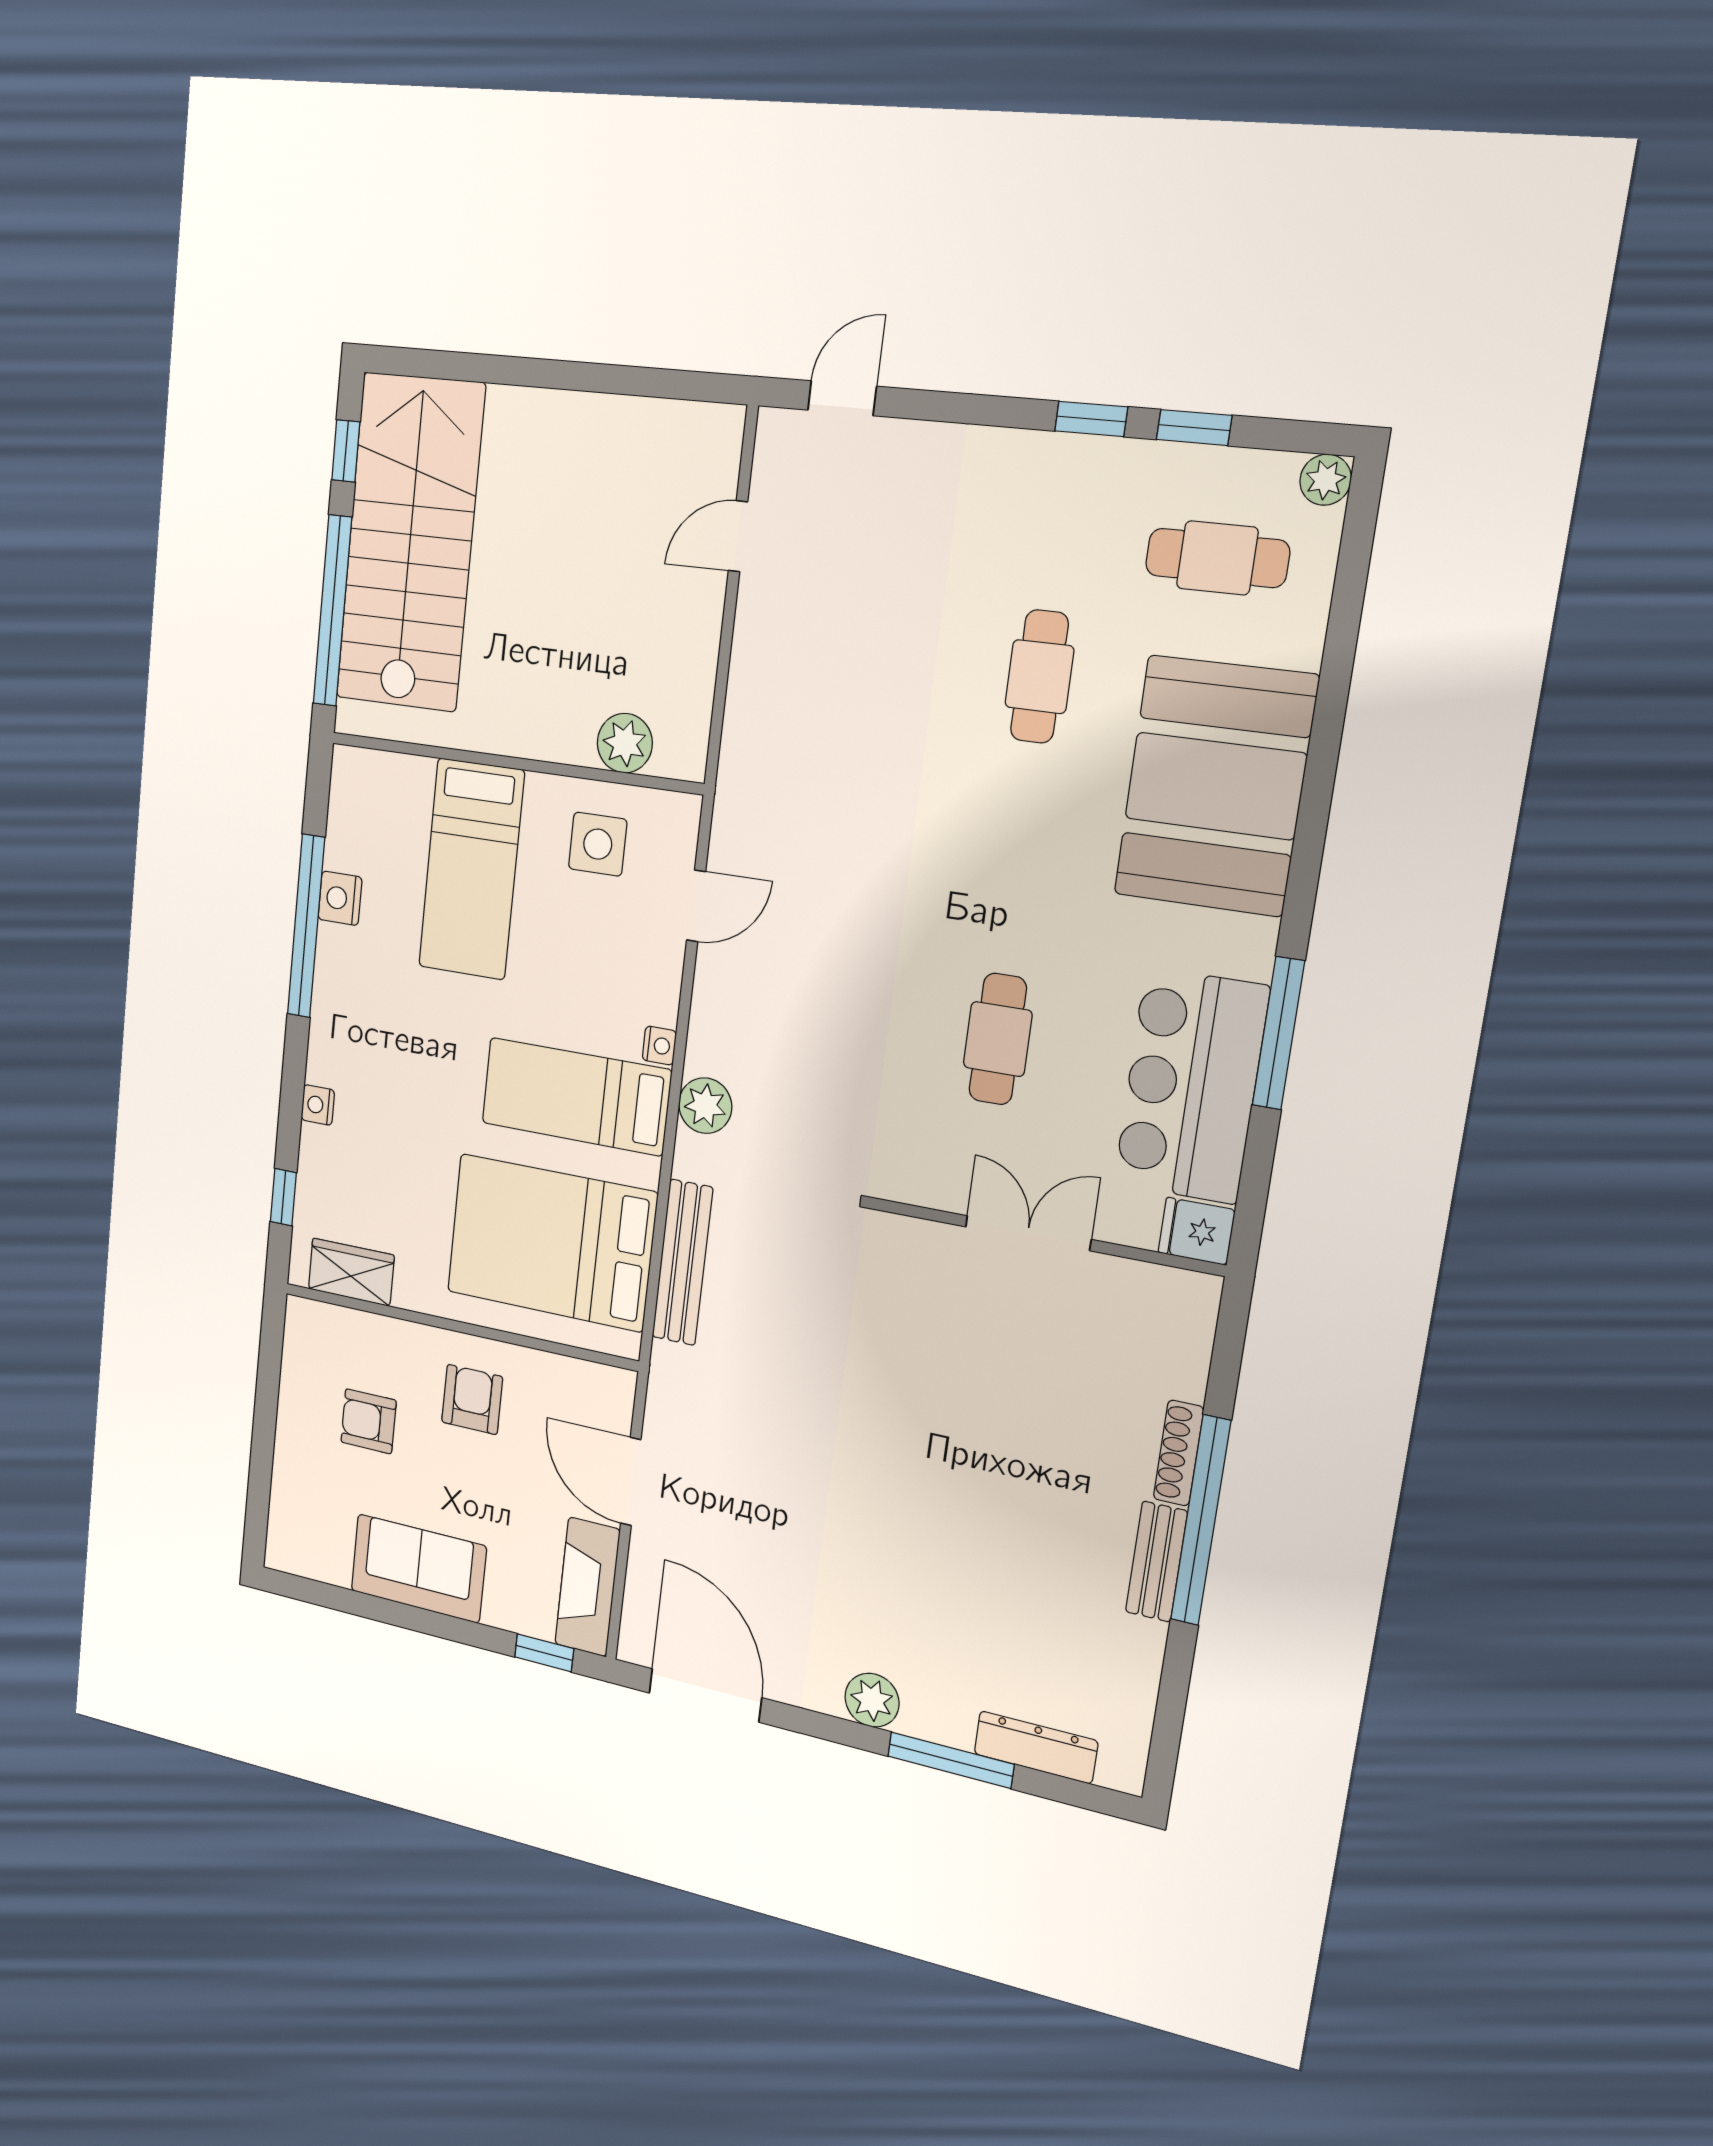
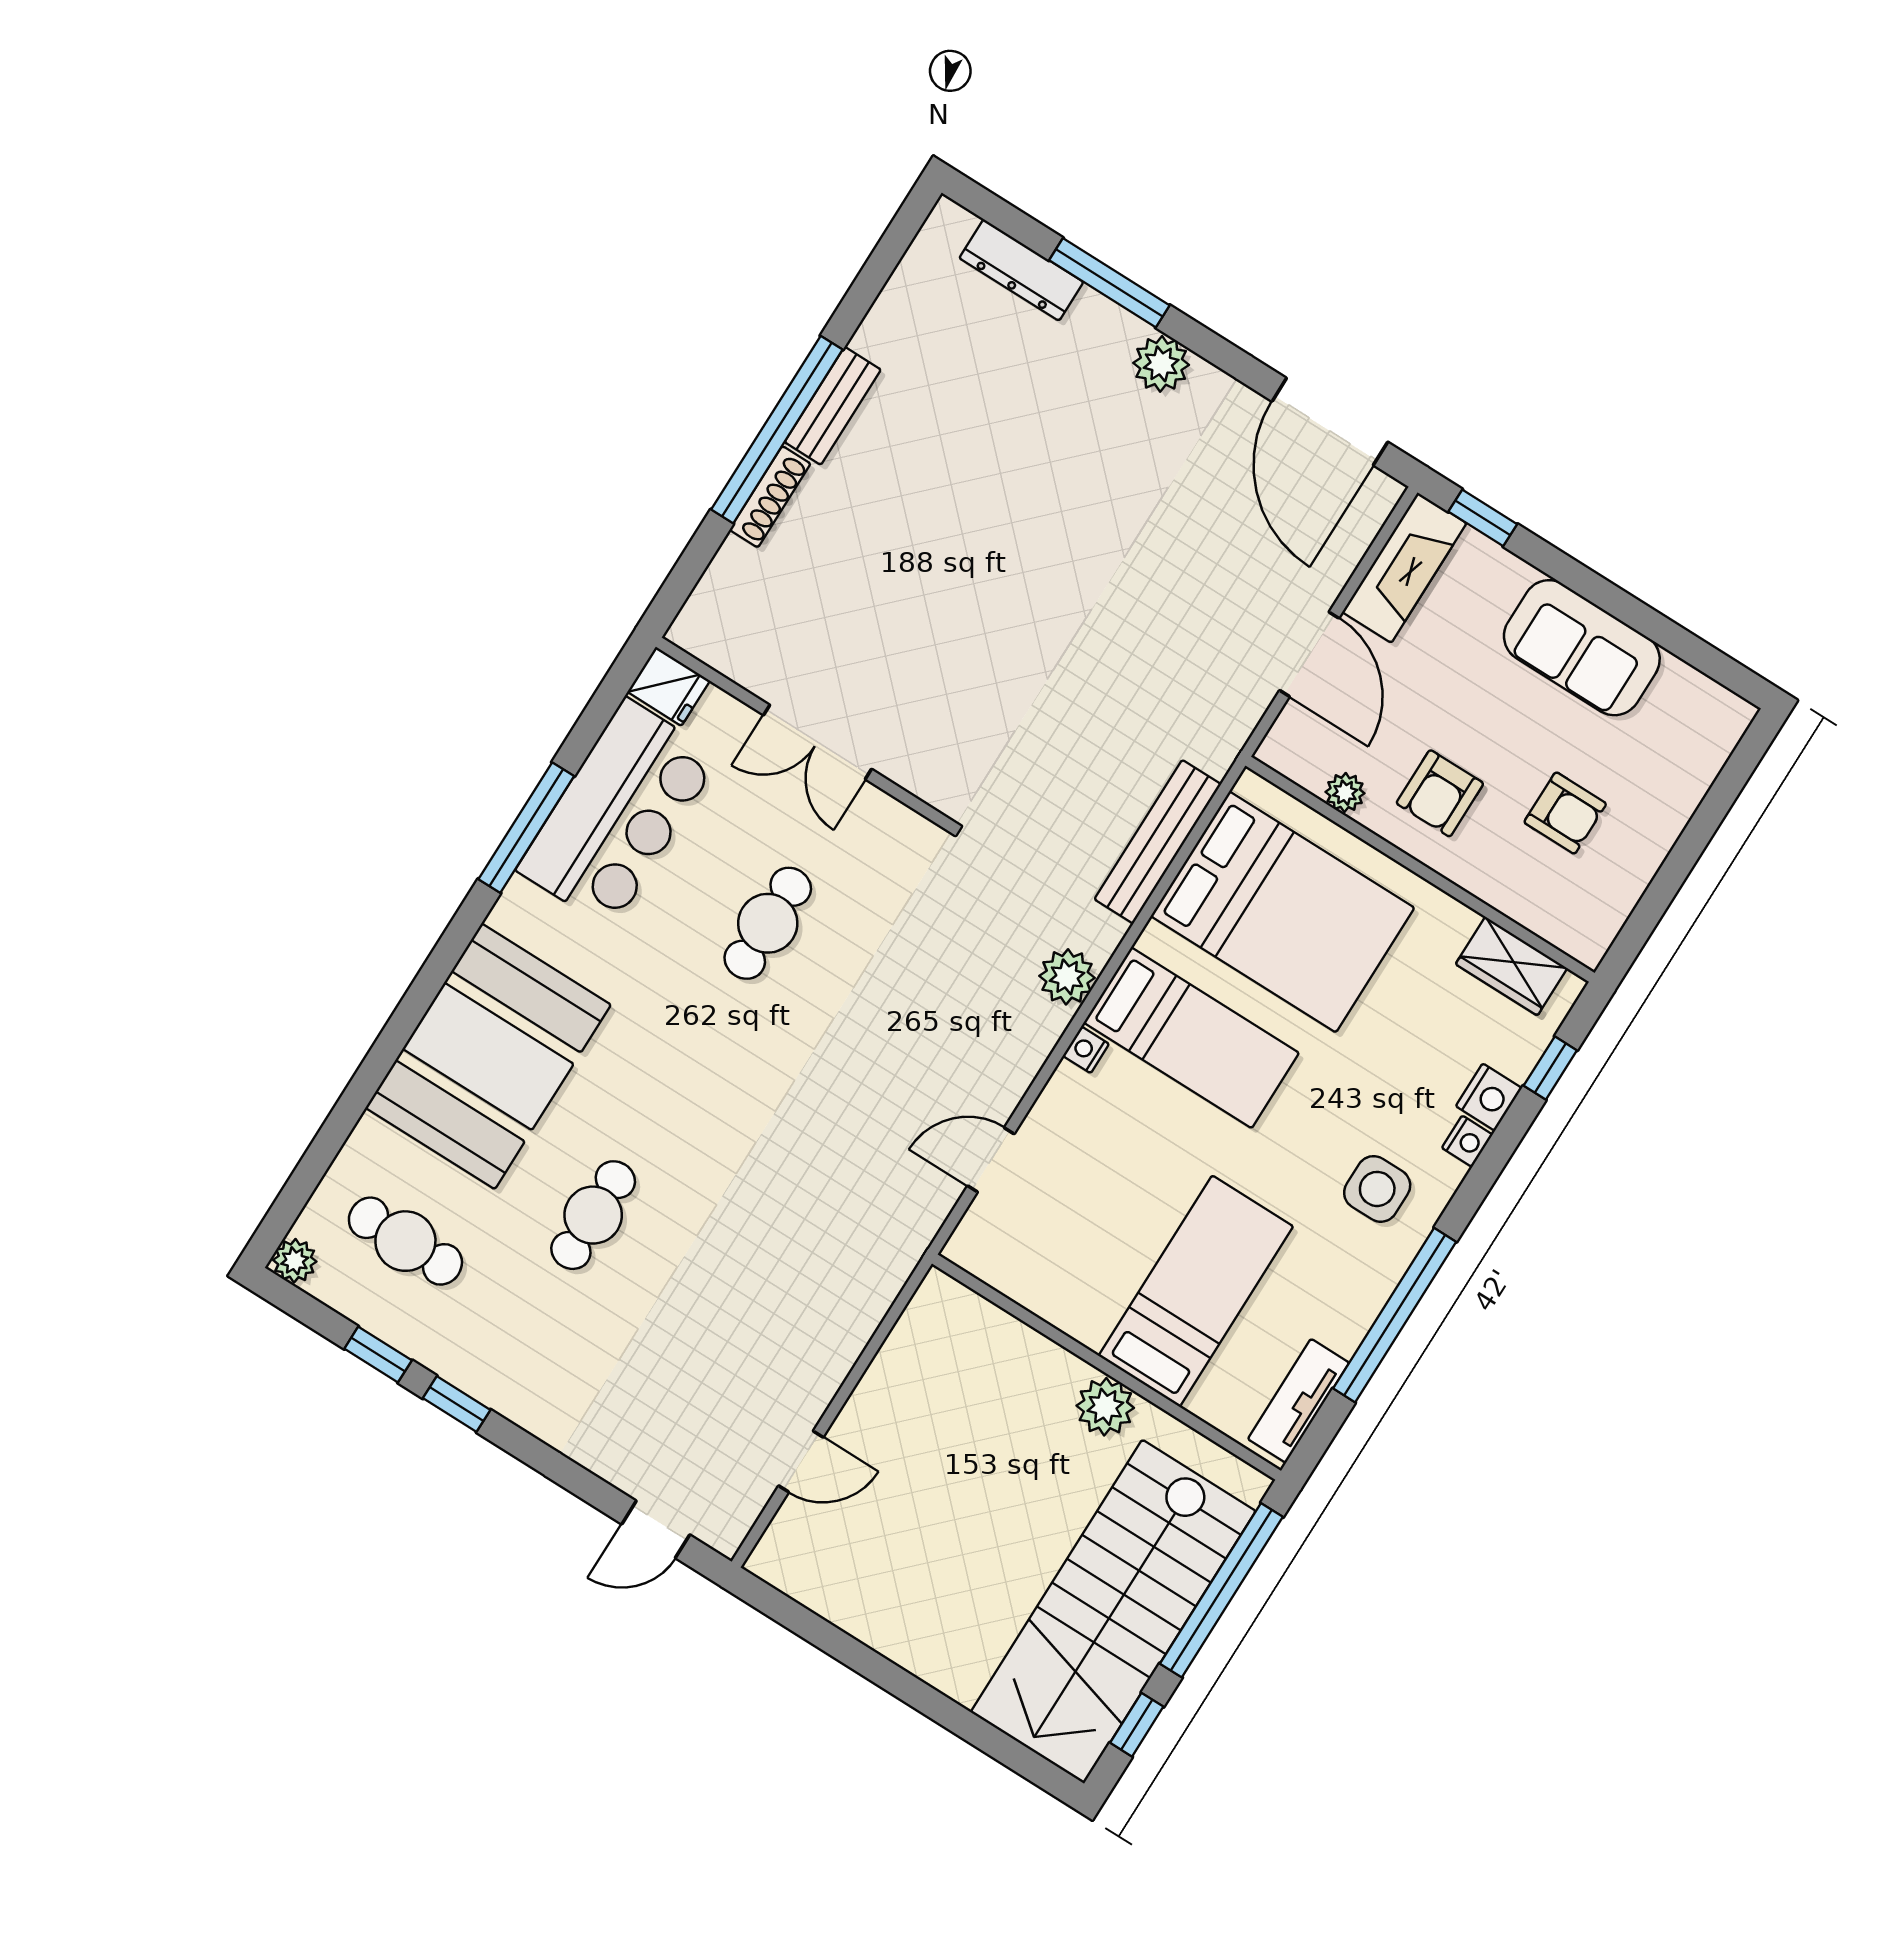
plant: (625, 743) -> (1105, 1407), moved
tv unit: (347, 813) -> (1298, 1401), added
side table: (598, 844) -> (1377, 1189), moved
nightstand: (340, 898) -> (1489, 1097), moved
plant: (548, 1370) -> (1345, 793), added

